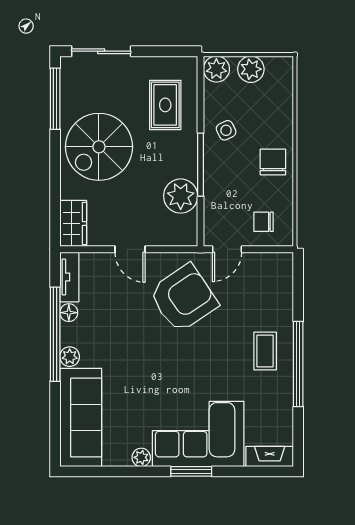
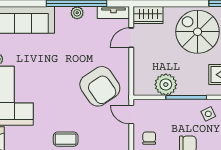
door: (130, 249) -> (131, 38), moved
floor lamp: (69, 313) -> (90, 12), removed
plant: (70, 357) -> (77, 13), moved

